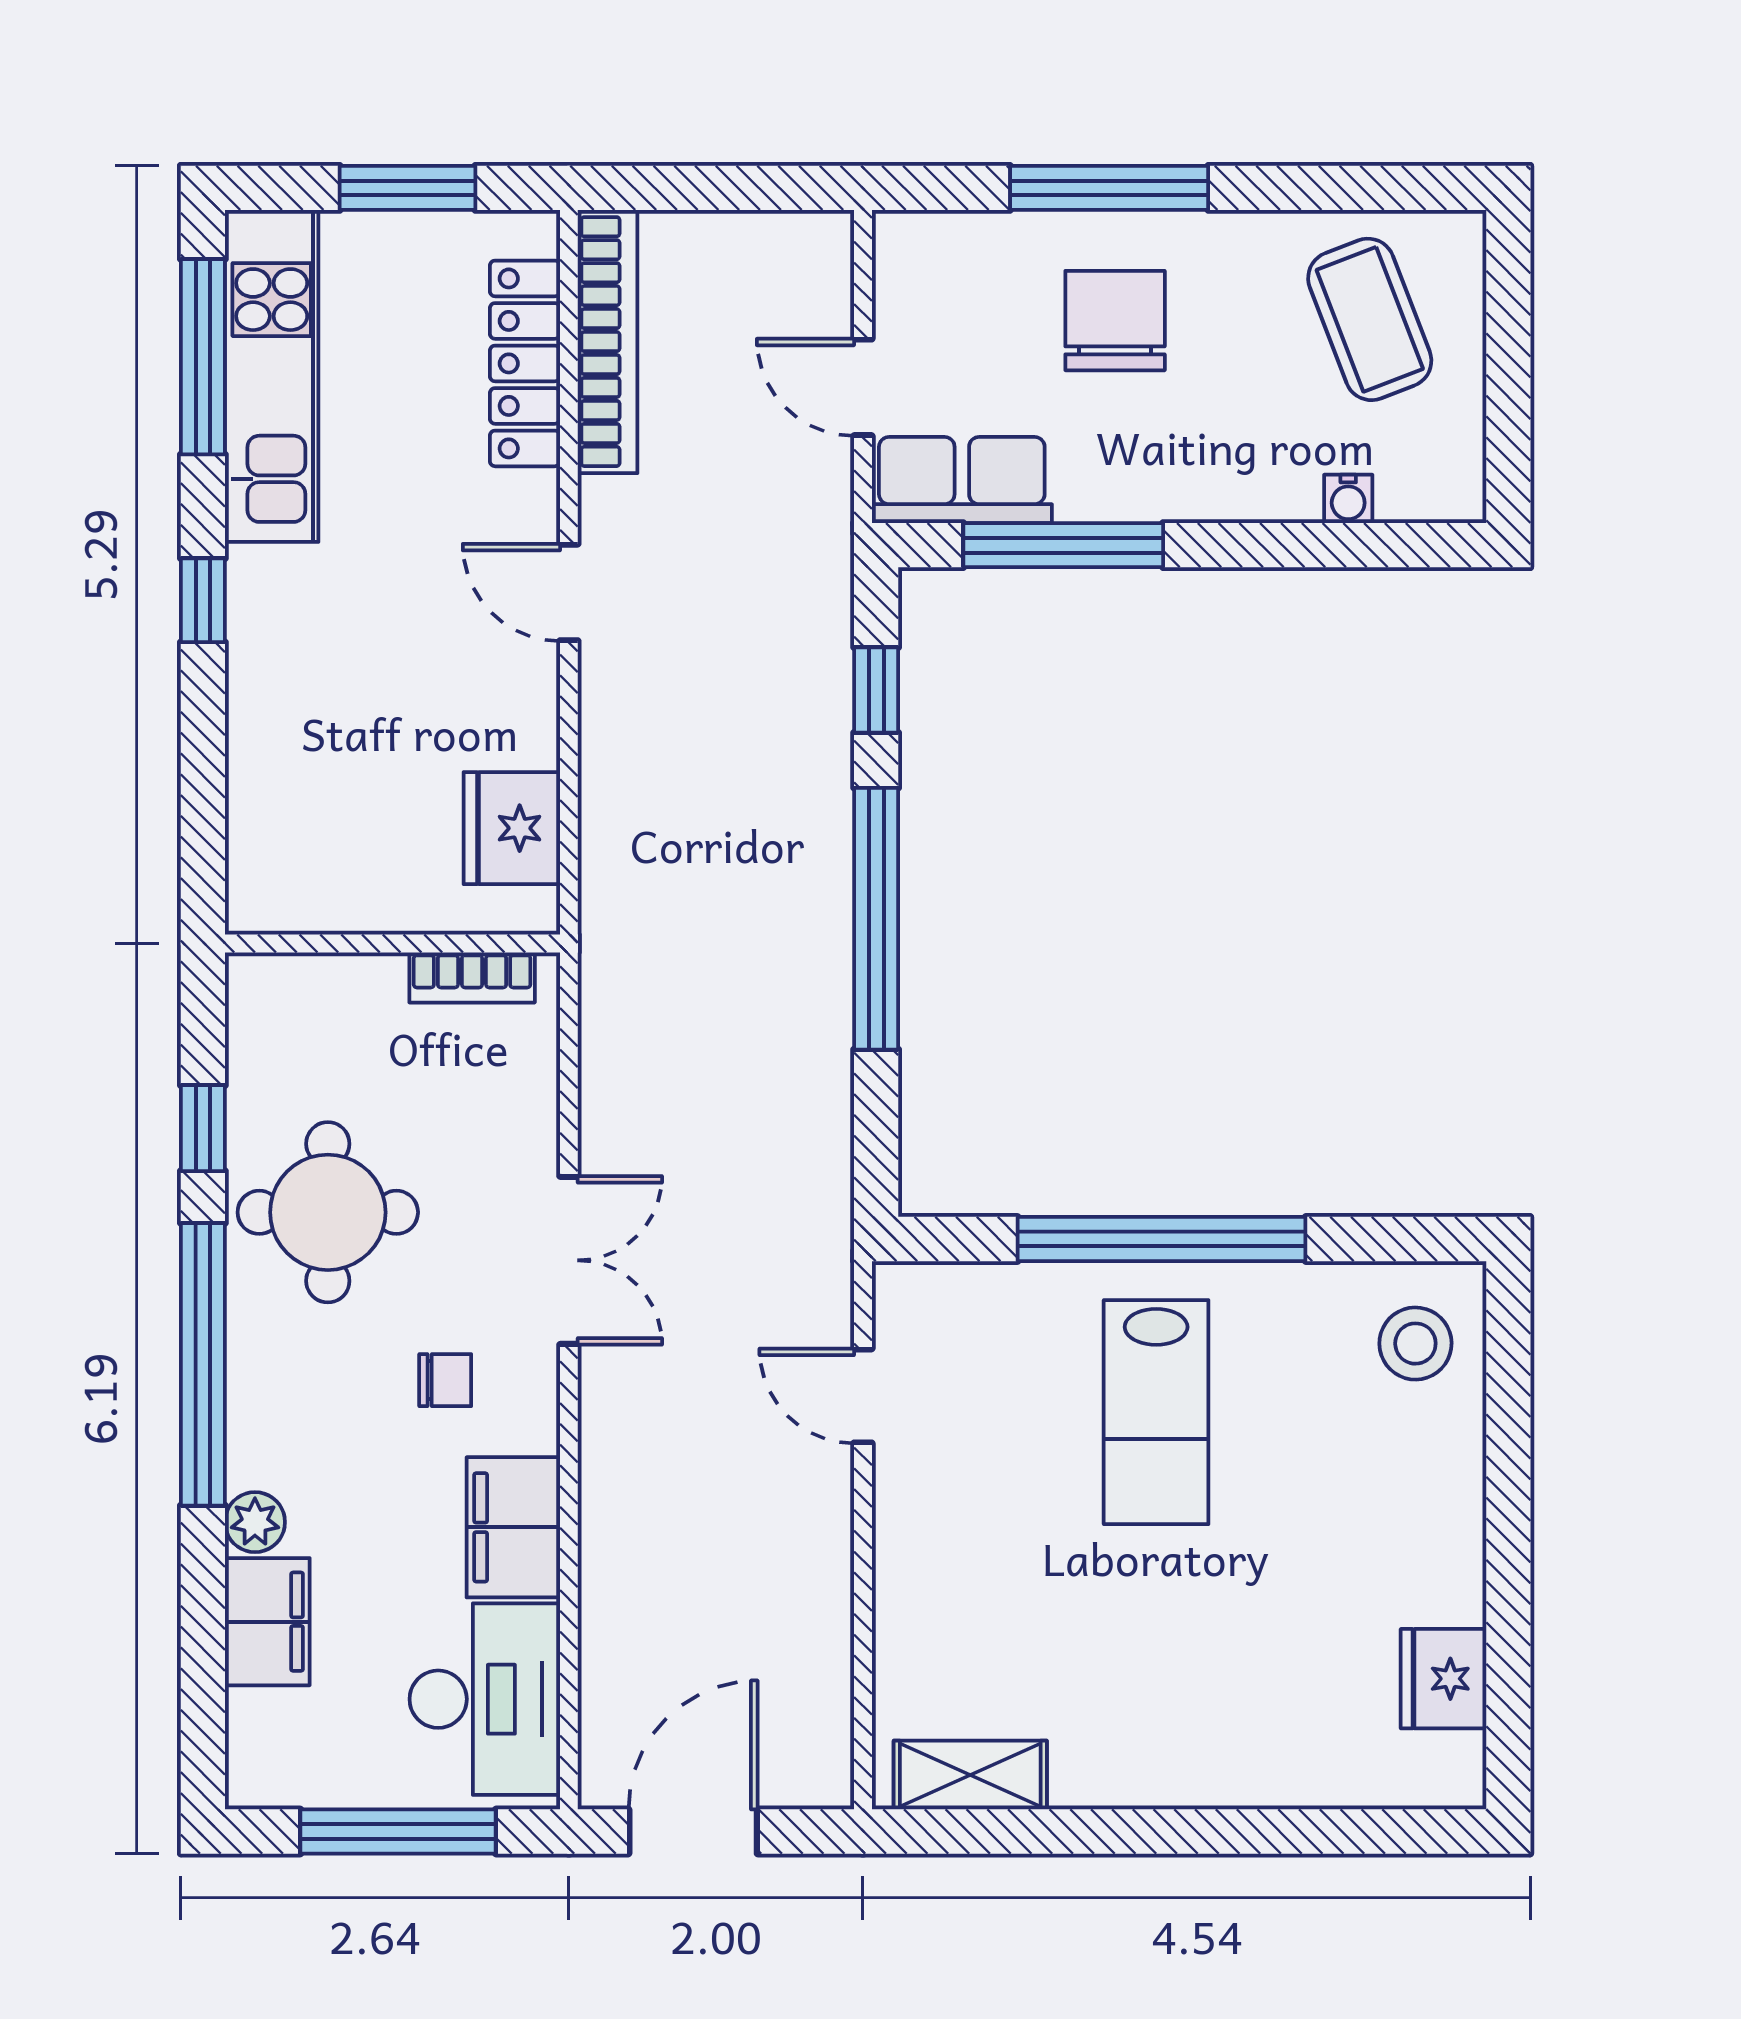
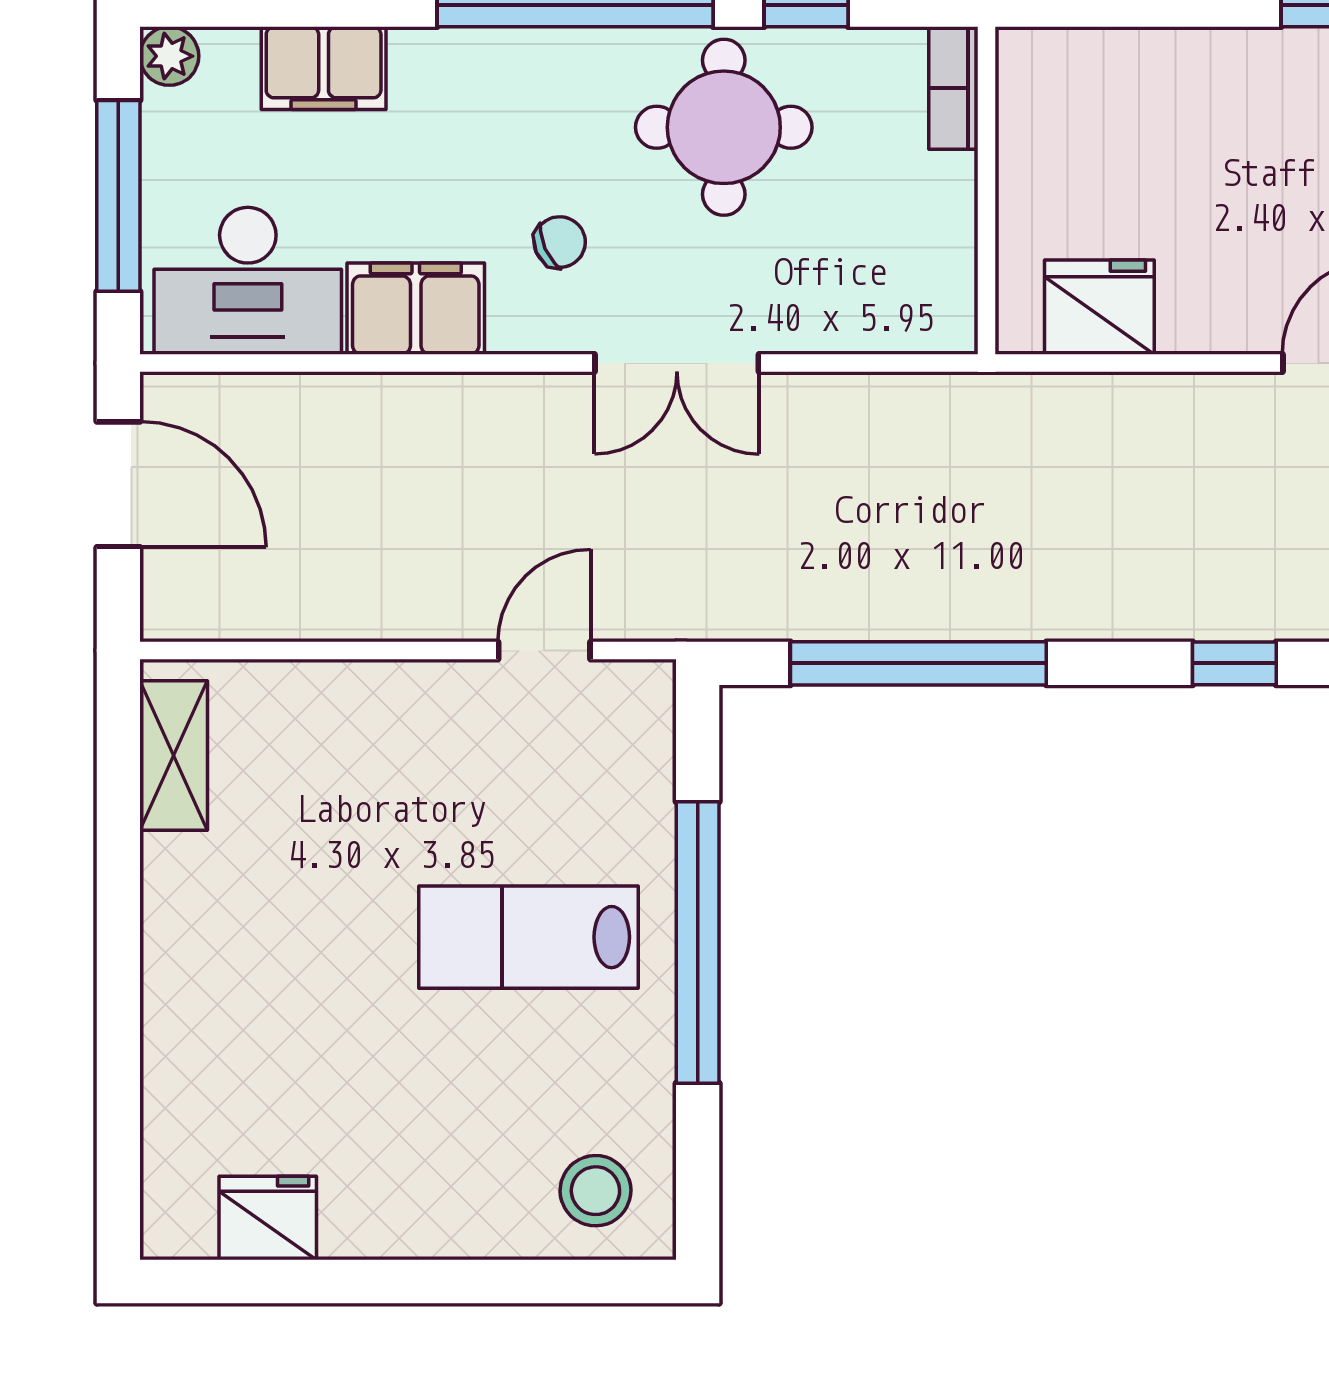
window: (876, 919) -> (918, 663), moved
bookcase: (472, 977) -> (953, 88), moved
chair: (445, 1380) -> (560, 242), turned -114
plant: (255, 1522) -> (169, 56), moved

